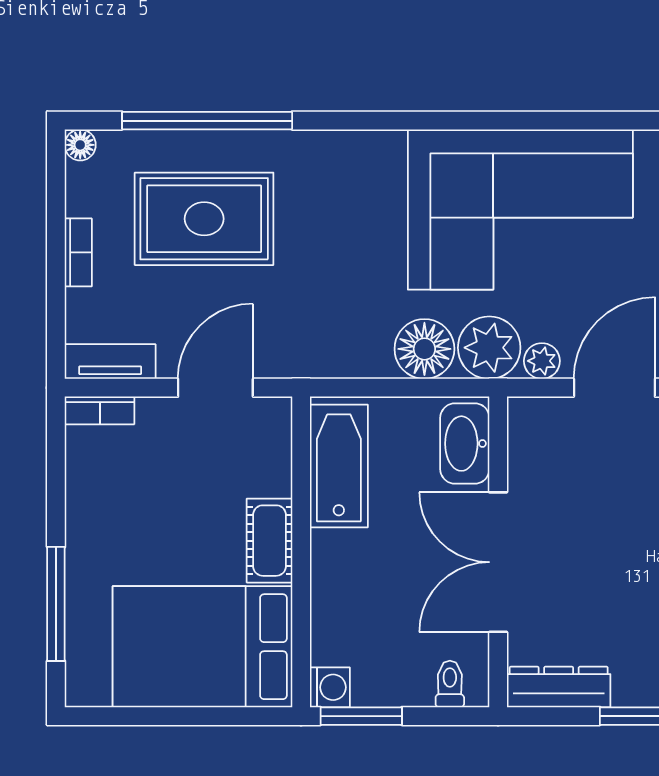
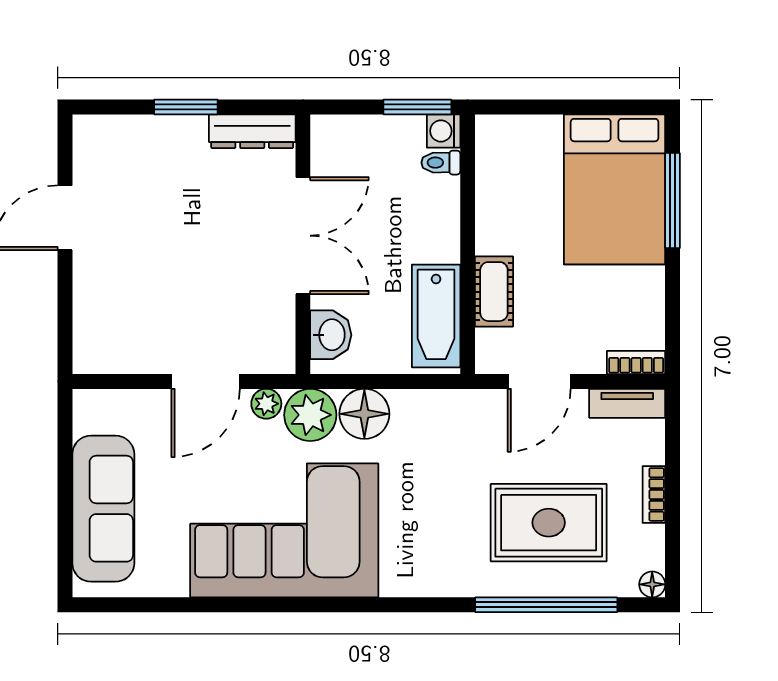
washbasin: (465, 444) -> (331, 335), width x0.72
cot: (269, 541) -> (494, 292), moved
bed: (203, 647) -> (615, 189), moved, turned 90
toilet: (450, 684) -> (441, 163), moved, turned 90

